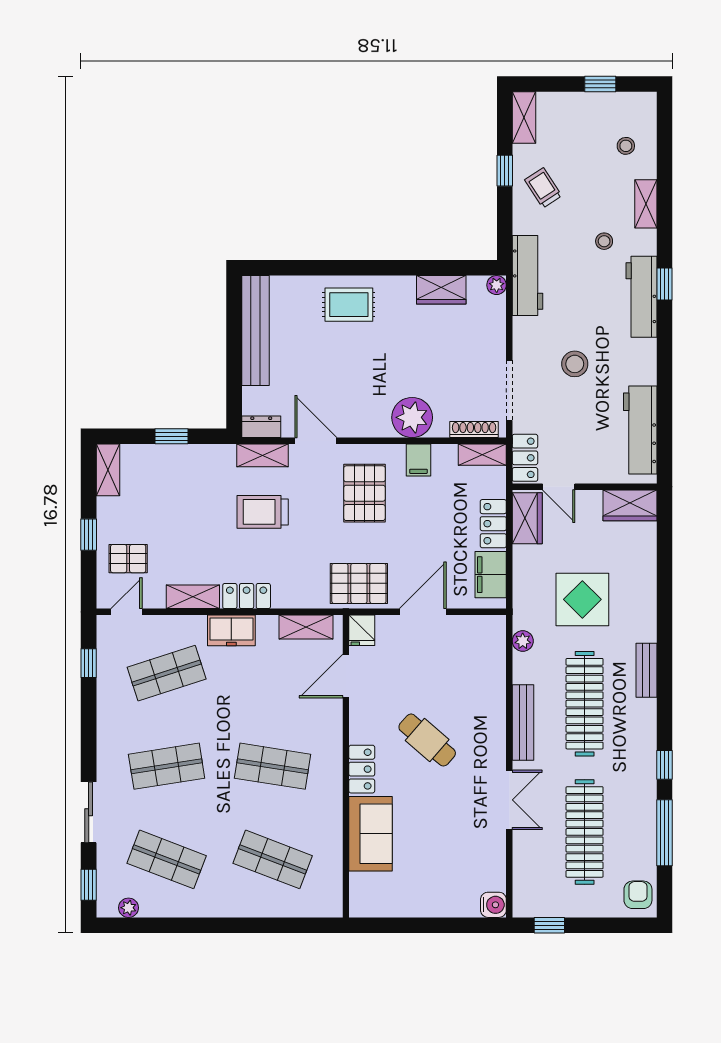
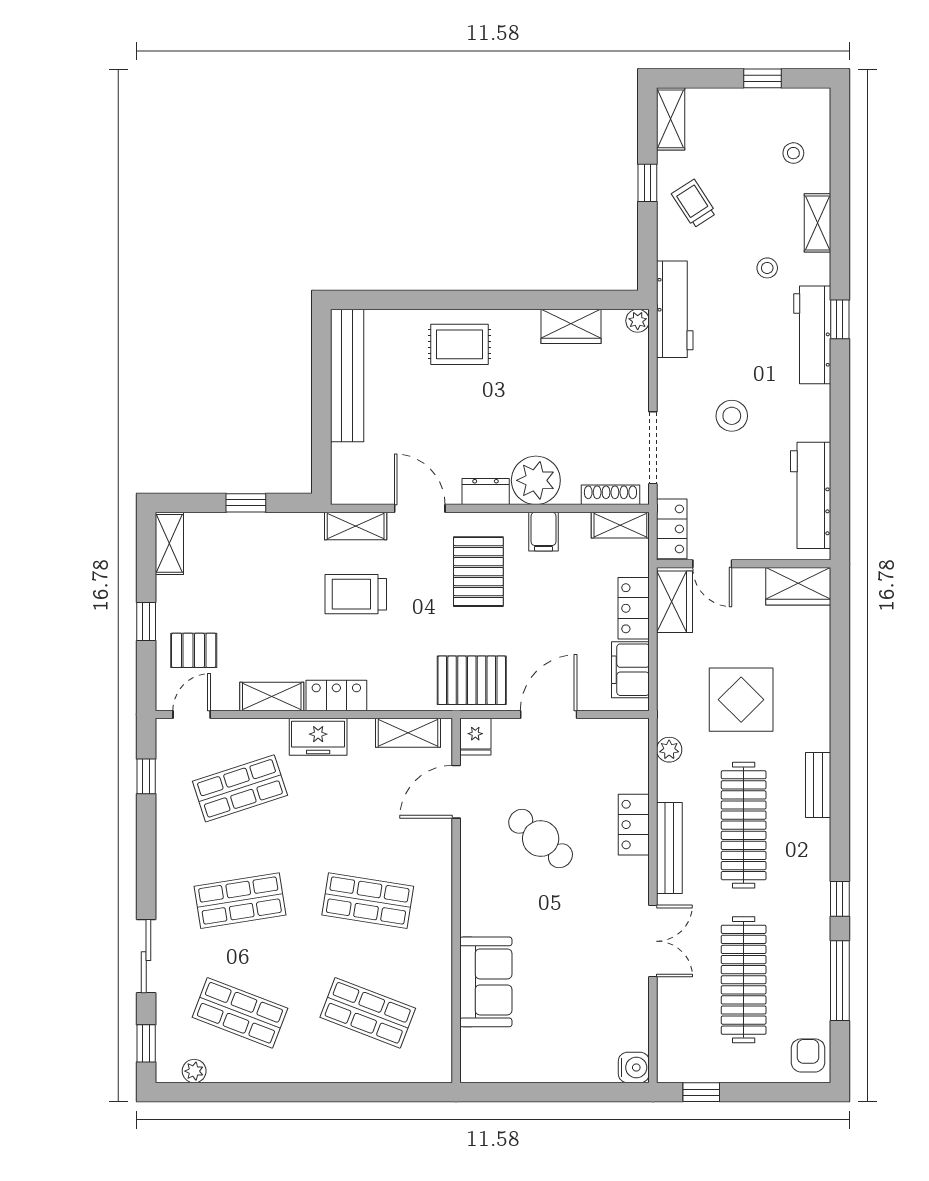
dresser: (261, 427) -> (486, 492), moved
cafe table: (427, 740) -> (541, 839), moved
locker: (362, 769) -> (634, 825), moved, turned 180

